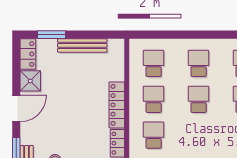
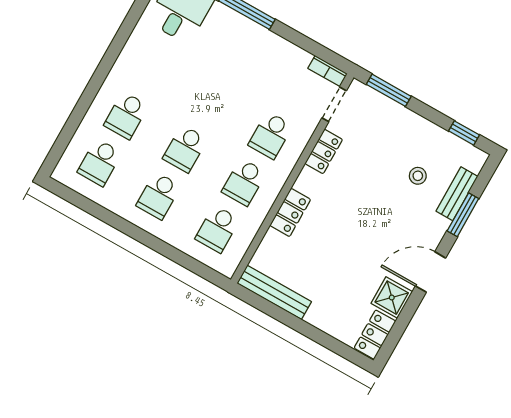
window: (52, 35) -> (330, 342), removed
bench: (82, 45) -> (274, 292), moved
locker: (117, 105) -> (290, 212), width x0.66

